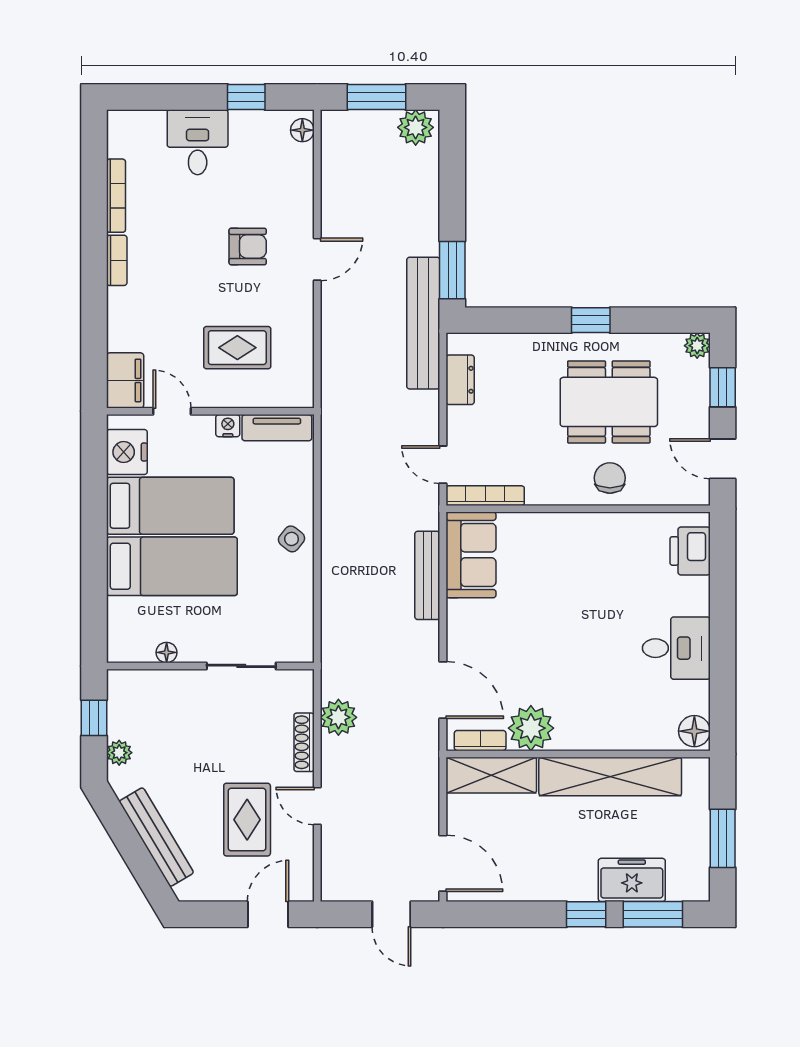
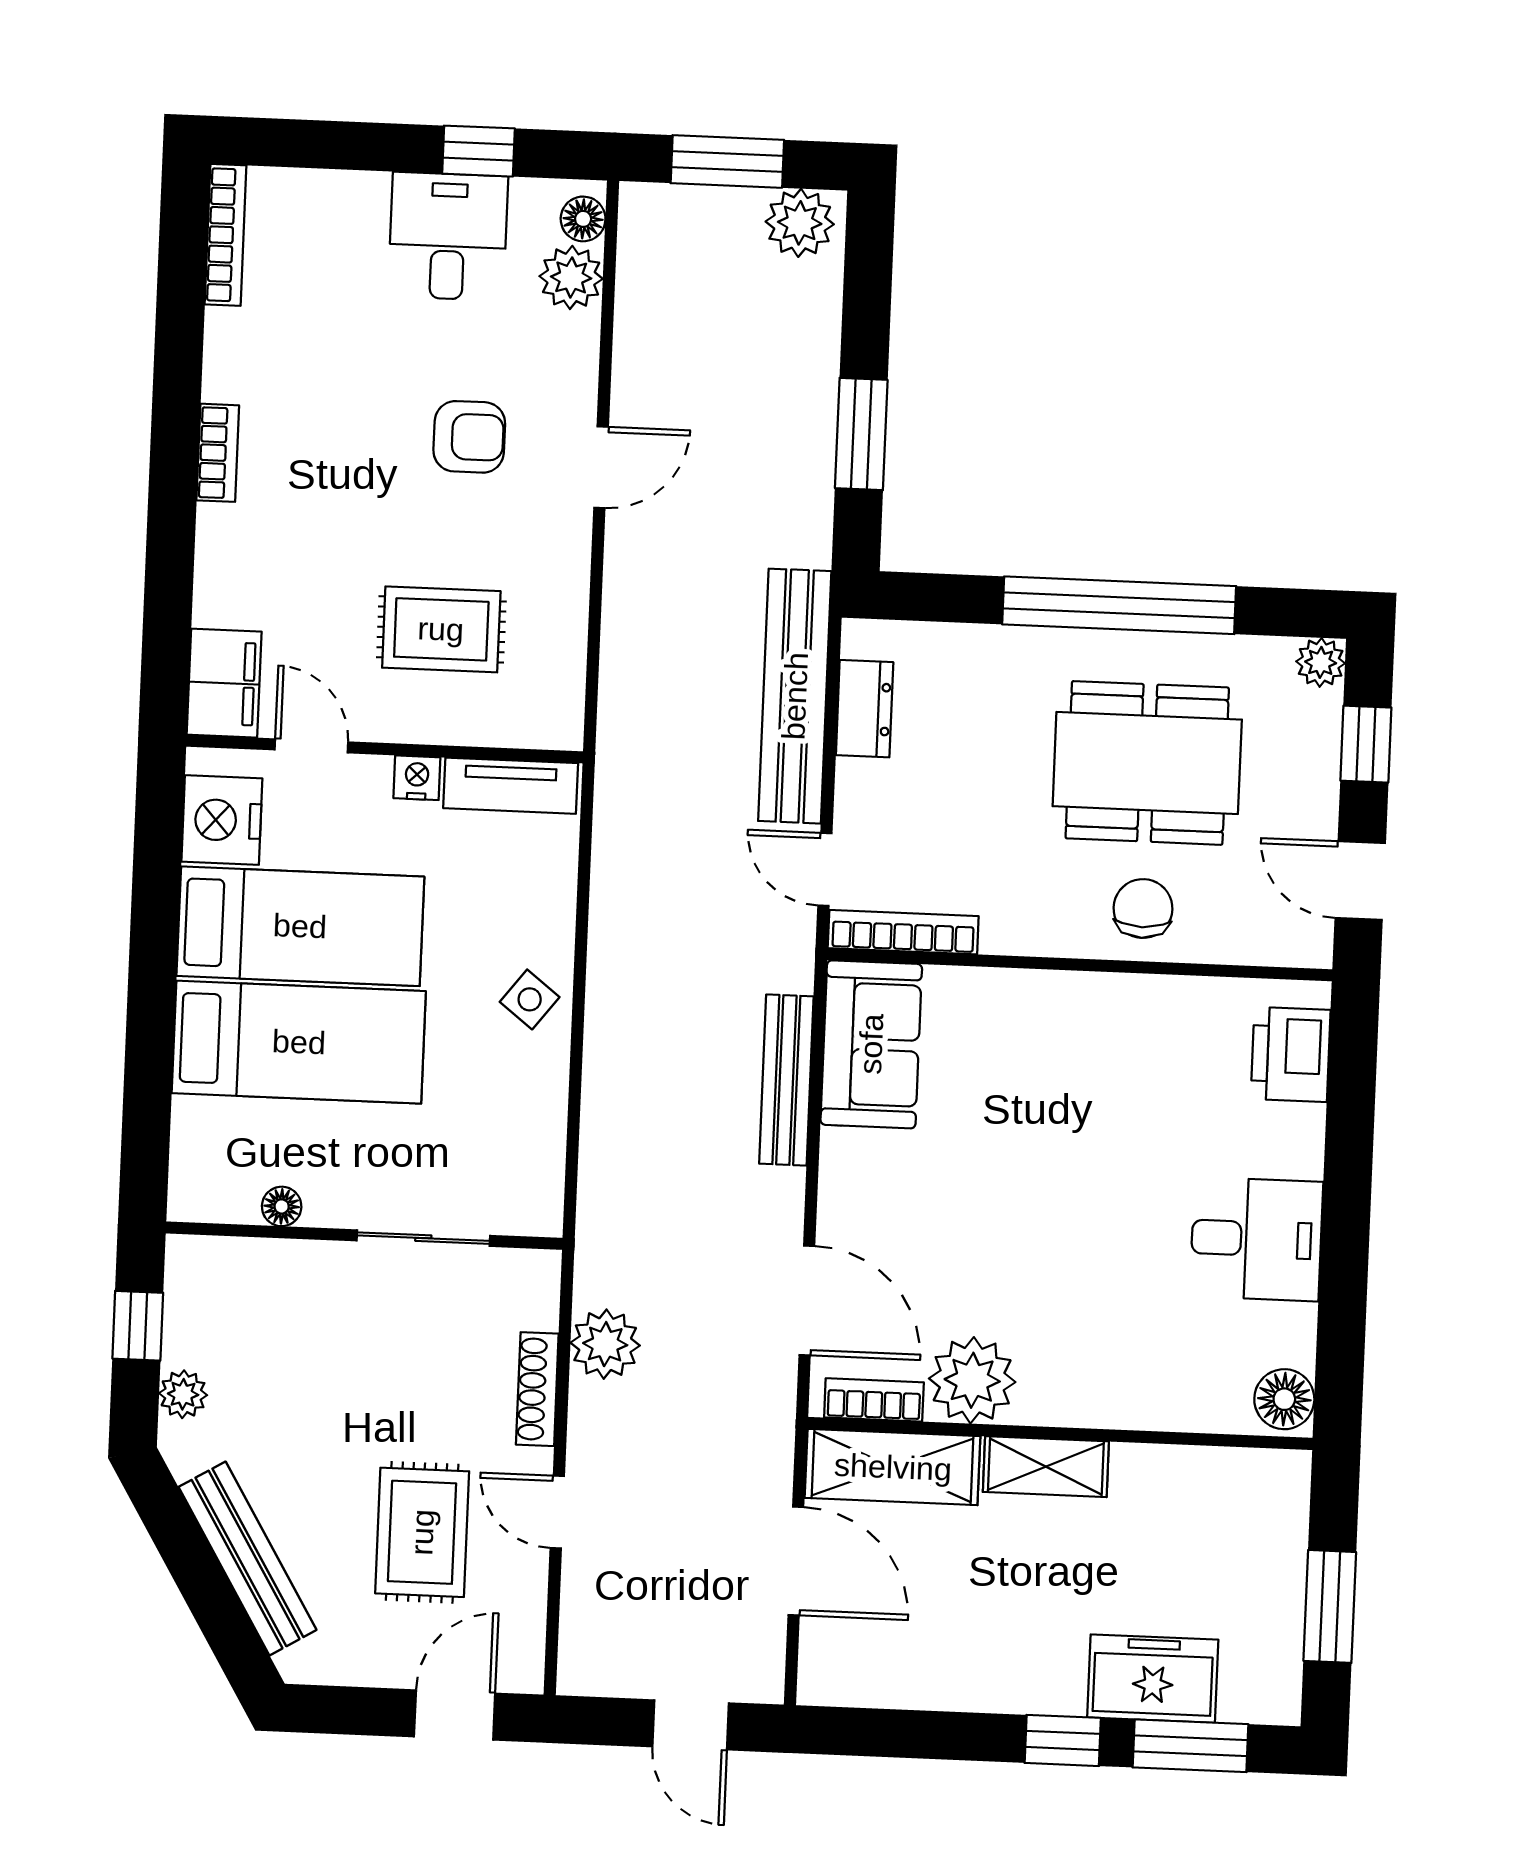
desk: (198, 142) -> (448, 236), moved
plant: (297, 161) -> (571, 277), added
bookcase: (116, 196) -> (226, 235), moved
window: (452, 270) -> (861, 434), moved
window: (591, 320) -> (1119, 605), width x3.17
bench: (423, 323) -> (795, 696), moved
shelving: (610, 776) -> (1046, 1467), width x0.45, depth x0.75
door: (443, 863) -> (796, 1561), moved

